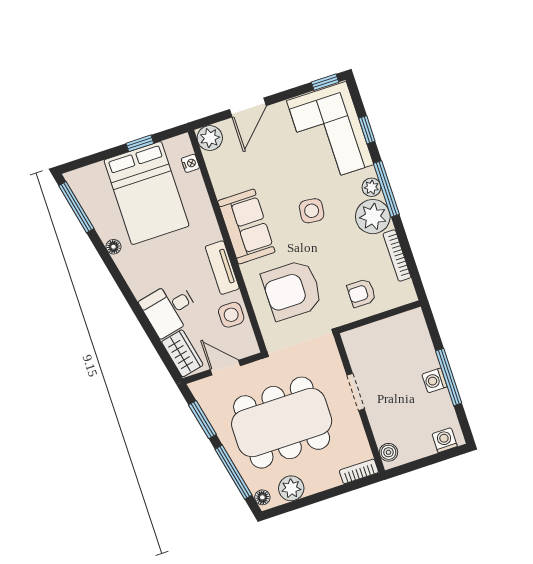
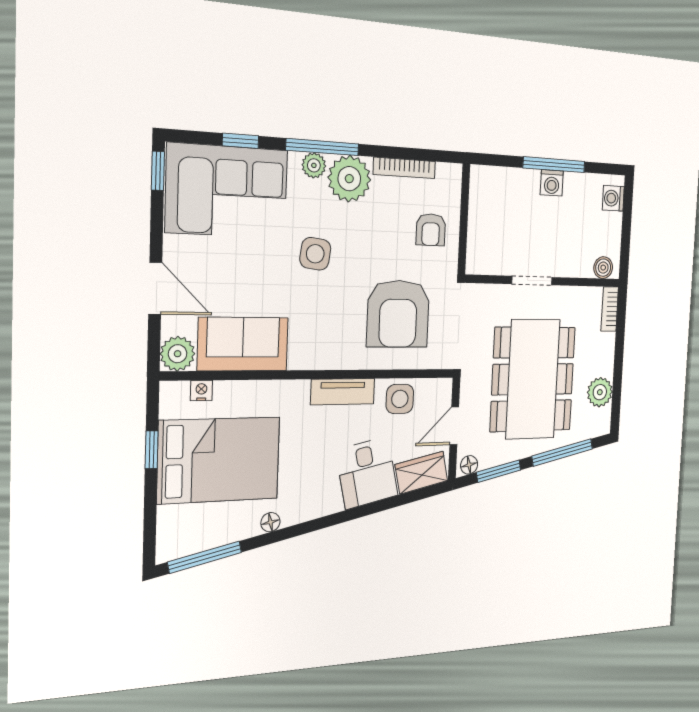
sofa: (246, 227) -> (243, 344), moved
floor lamp: (262, 497) -> (469, 465), moved

